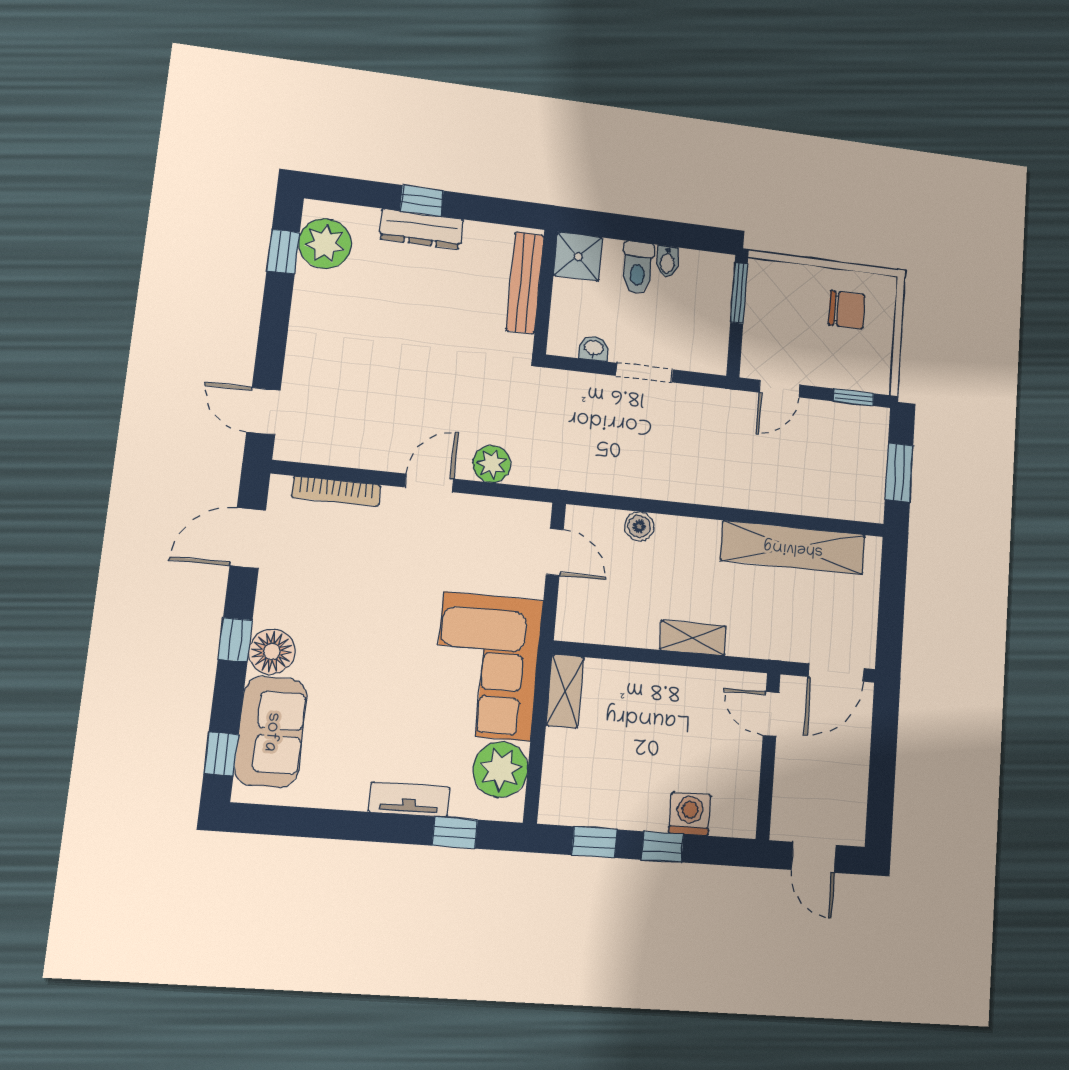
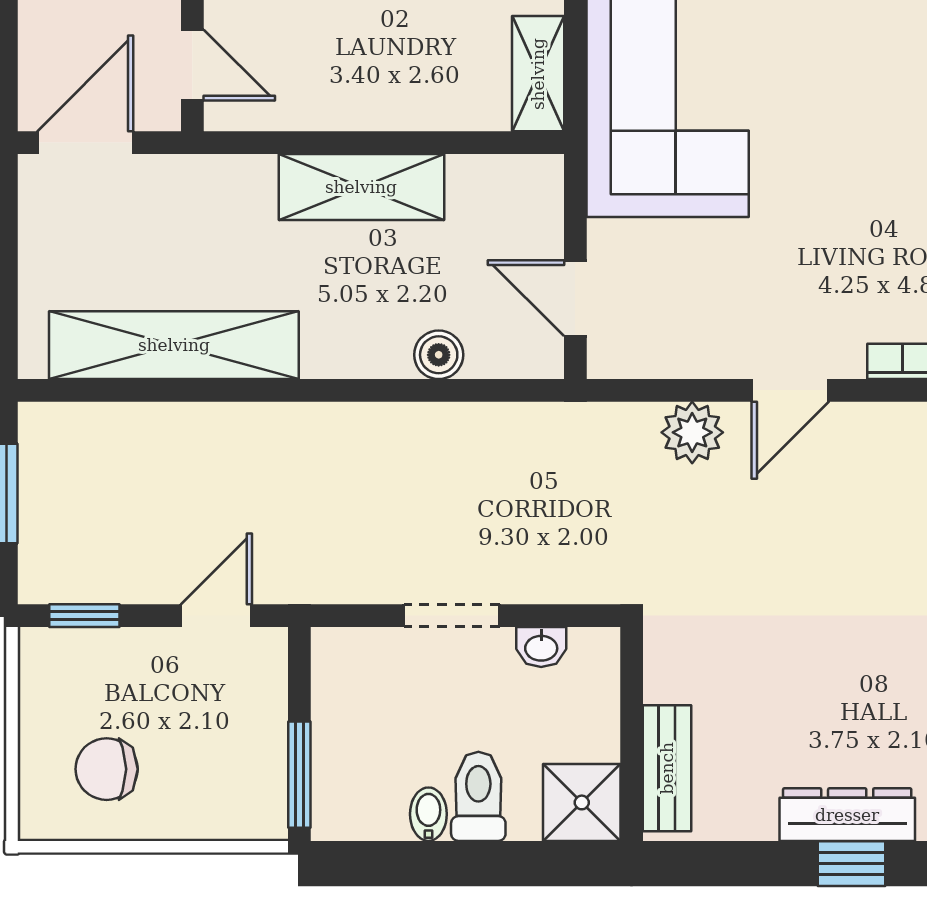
bench: (525, 283) -> (667, 768), width x0.73
shelving: (693, 638) -> (361, 187), width x1.50, depth x1.33

